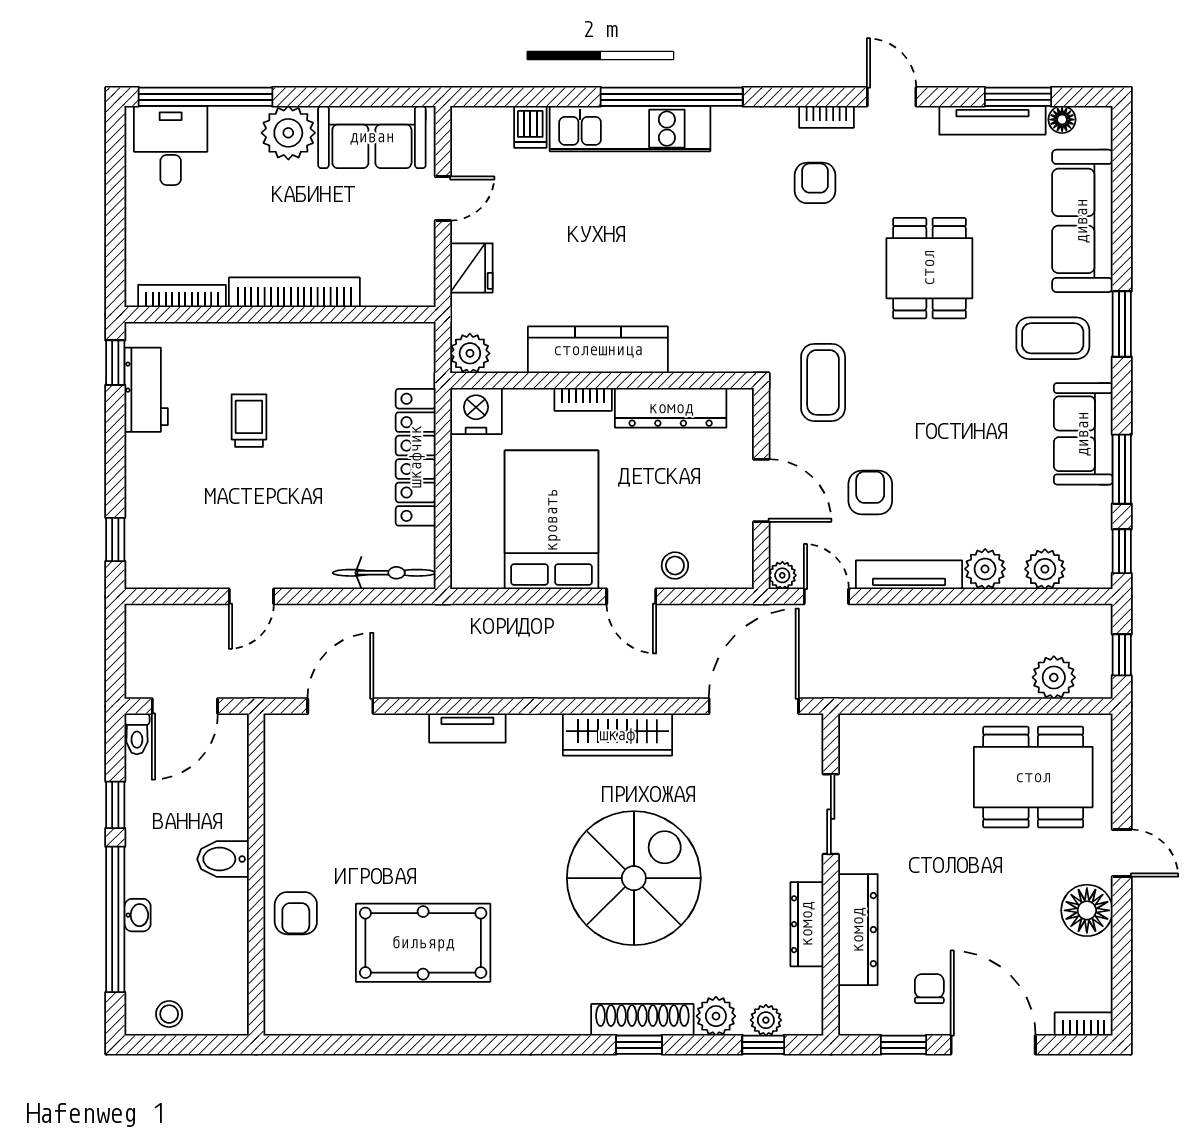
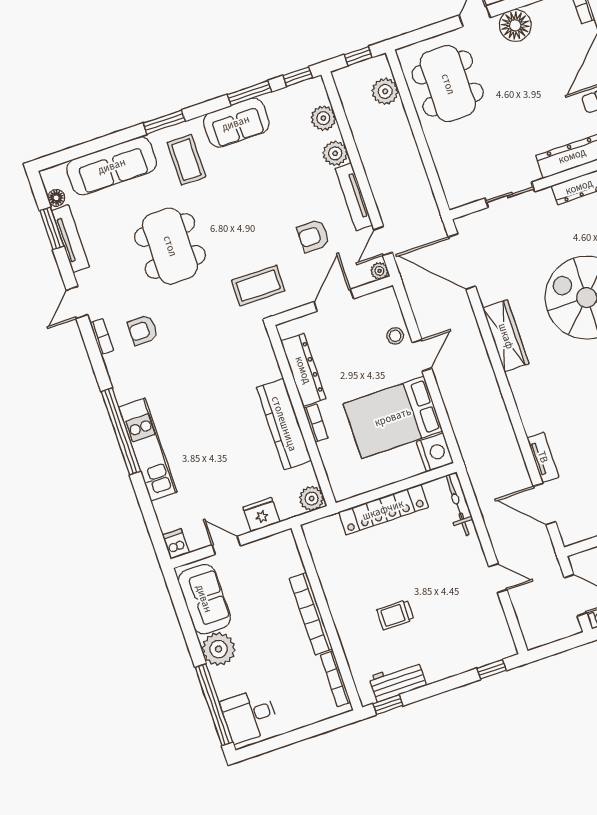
dishwasher: (530, 127) -> (176, 544), moved, turned -90
dining table: (929, 268) -> (170, 246), width x1.38
nightstand: (476, 411) -> (435, 453), moved, turned 180
tv unit: (467, 728) -> (543, 457), moved

